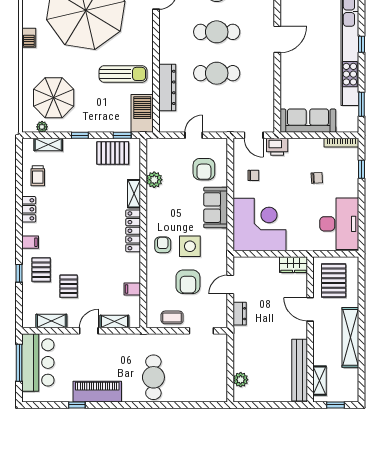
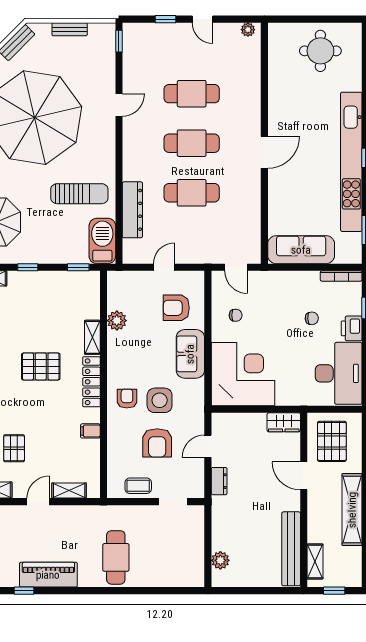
printer: (277, 147) -> (352, 328), moved, turned 90
pallet: (113, 153) -> (41, 366), moved
armchair: (204, 169) -> (176, 308), turned 90
filing cabinet: (132, 289) -> (90, 431), moved

